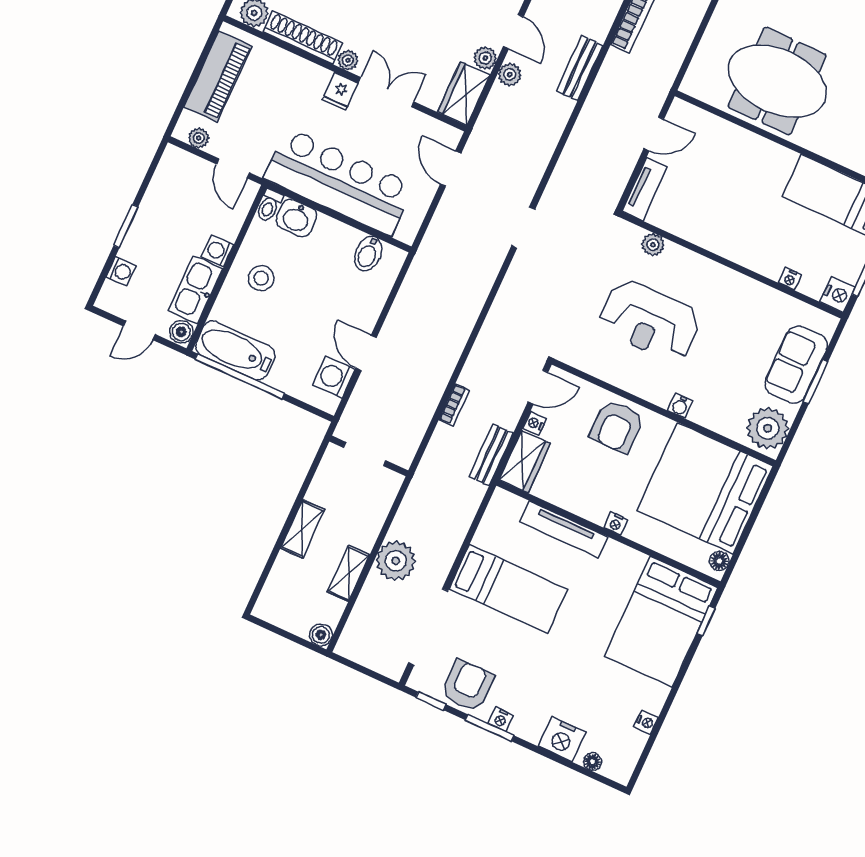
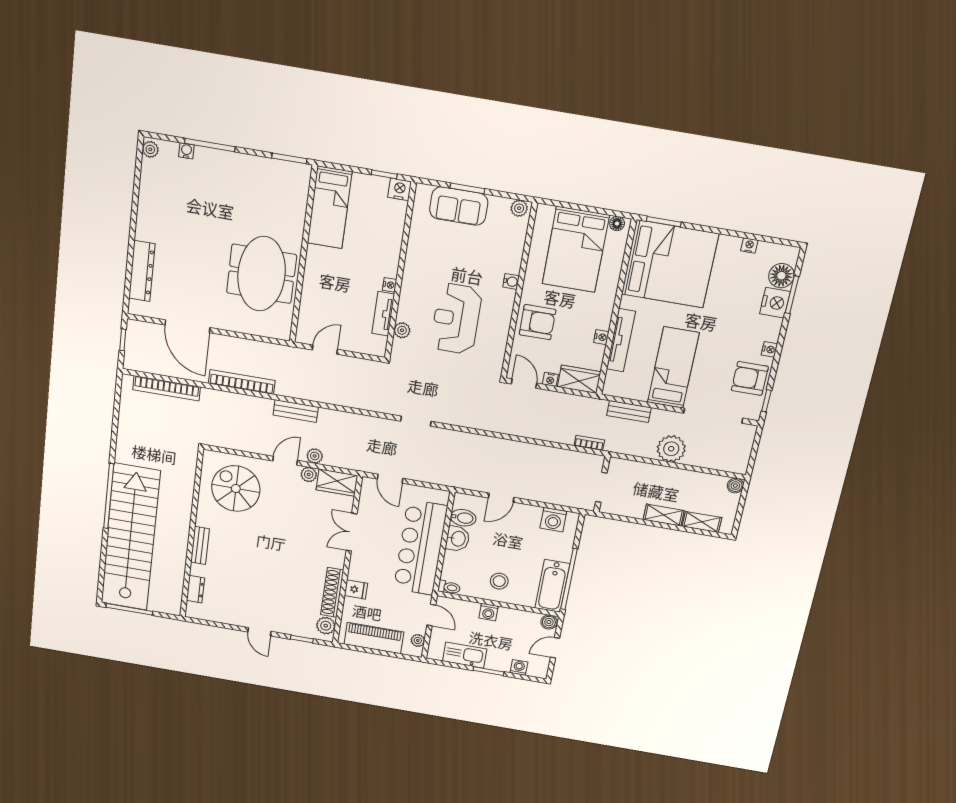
plant: (348, 60) -> (338, 561), removed
fridge: (340, 92) -> (356, 589), moved
door: (654, 134) -> (325, 350), hinge flipped
door: (233, 168) -> (431, 615), hinge flipped
door: (451, 169) -> (390, 479), hinge flipped
tv unit: (645, 189) -> (383, 314), moved, turned -90
washbasin: (296, 218) -> (458, 539), moved
nightstand: (790, 279) -> (390, 285), moved
kitchen sink: (195, 290) -> (465, 655), moved, turned 180
reception desk: (650, 321) -> (456, 319), turned 180
door: (139, 330) -> (555, 648), swing flipped
door: (366, 353) -> (501, 498), moved
bookcase: (454, 405) -> (589, 443), moved
plant: (768, 428) -> (519, 208), width x0.53, depth x0.53
bench: (491, 455) -> (629, 411), moved
bed: (705, 488) -> (576, 250), width x0.73
nightstand: (616, 524) -> (601, 337), moved
shelving: (349, 573) -> (702, 522), moved
window: (706, 621) -> (664, 222), width x1.50
bed: (661, 622) -> (670, 264), width x1.36
window: (490, 728) -> (792, 295), moved
floor lamp: (592, 762) -> (781, 276), width x1.89, depth x1.89

